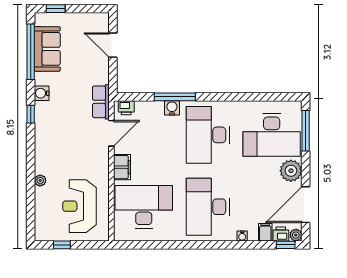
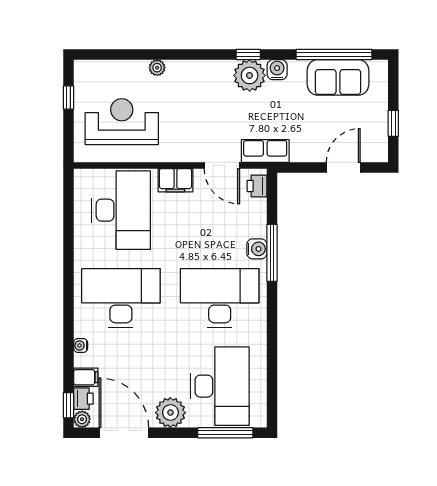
window: (56, 9) -> (393, 123), moved
plant: (46, 113) -> (250, 75), added
desk: (272, 135) -> (220, 386), turned 180

